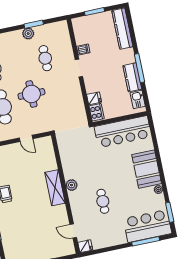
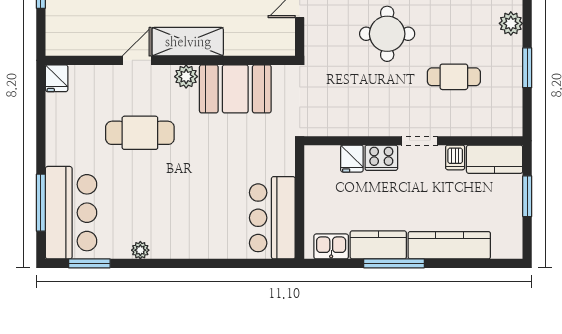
kitchen counter: (122, 29) -> (449, 245), moved
kitchen counter: (80, 31) -> (495, 159), added
plant: (28, 34) -> (511, 23), moved
cooker: (97, 112) -> (381, 158), moved
bar counter: (123, 132) -> (272, 218), width x0.73
booth: (147, 169) -> (235, 89), moved
cafe table: (103, 201) -> (140, 133), width x1.37, depth x1.35
door: (73, 231) -> (137, 60), moved

